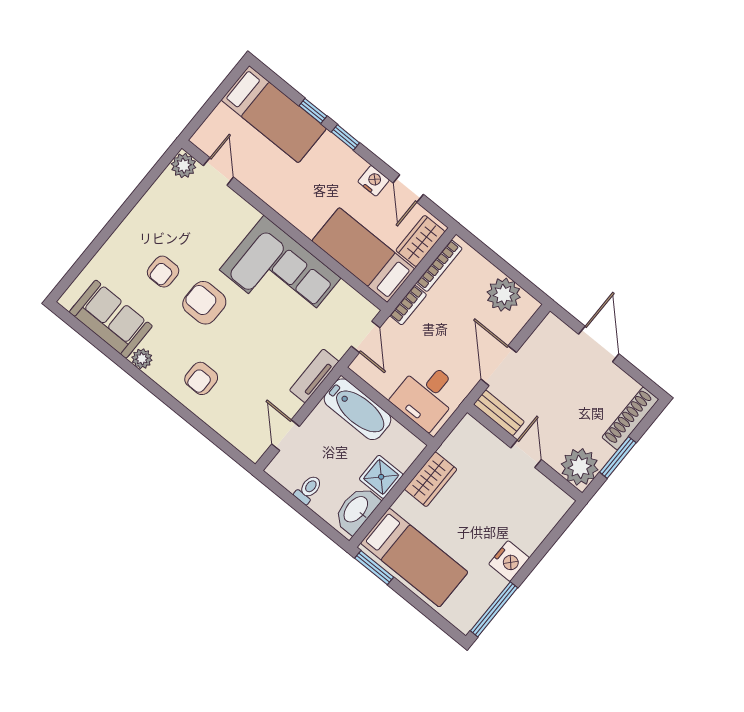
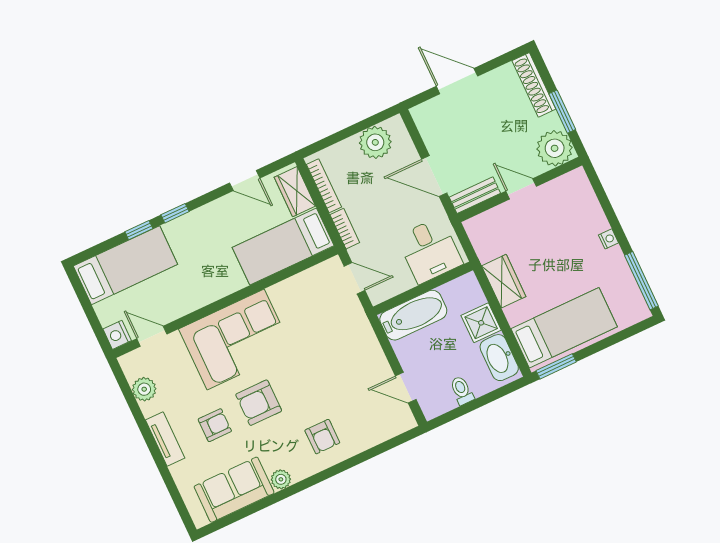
plant: (184, 166) -> (144, 389), moved
nightstand: (374, 181) -> (117, 335), moved, turned -90
armchair: (163, 272) -> (215, 425), turned -90
corner sofa: (280, 274) -> (236, 339), moved
tv unit: (314, 376) -> (165, 439), moved, turned 180
nightstand: (509, 561) -> (609, 239), width x0.53, depth x0.56

